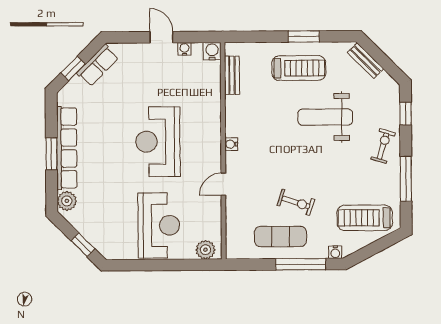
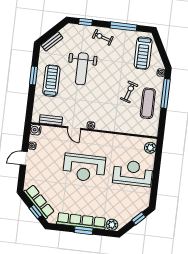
row of seats: (98, 65) -> (39, 202), width x1.48
door: (223, 184) -> (74, 128), moved

